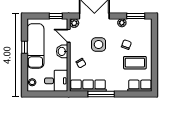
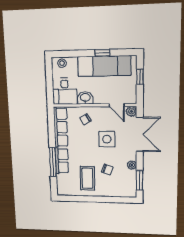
window: (56, 16) -> (140, 77), moved
door: (69, 36) -> (117, 105), swing flipped
washbasin: (62, 51) -> (85, 98), moved
row of seats: (140, 86) -> (62, 161), moved
window: (101, 94) -> (53, 162), moved

